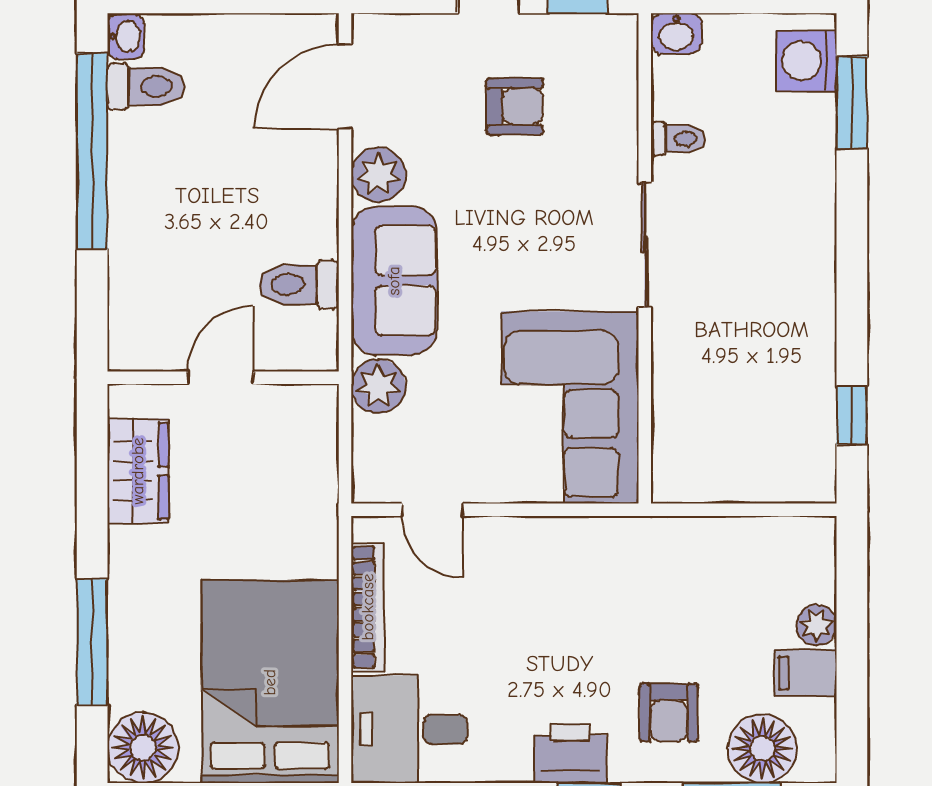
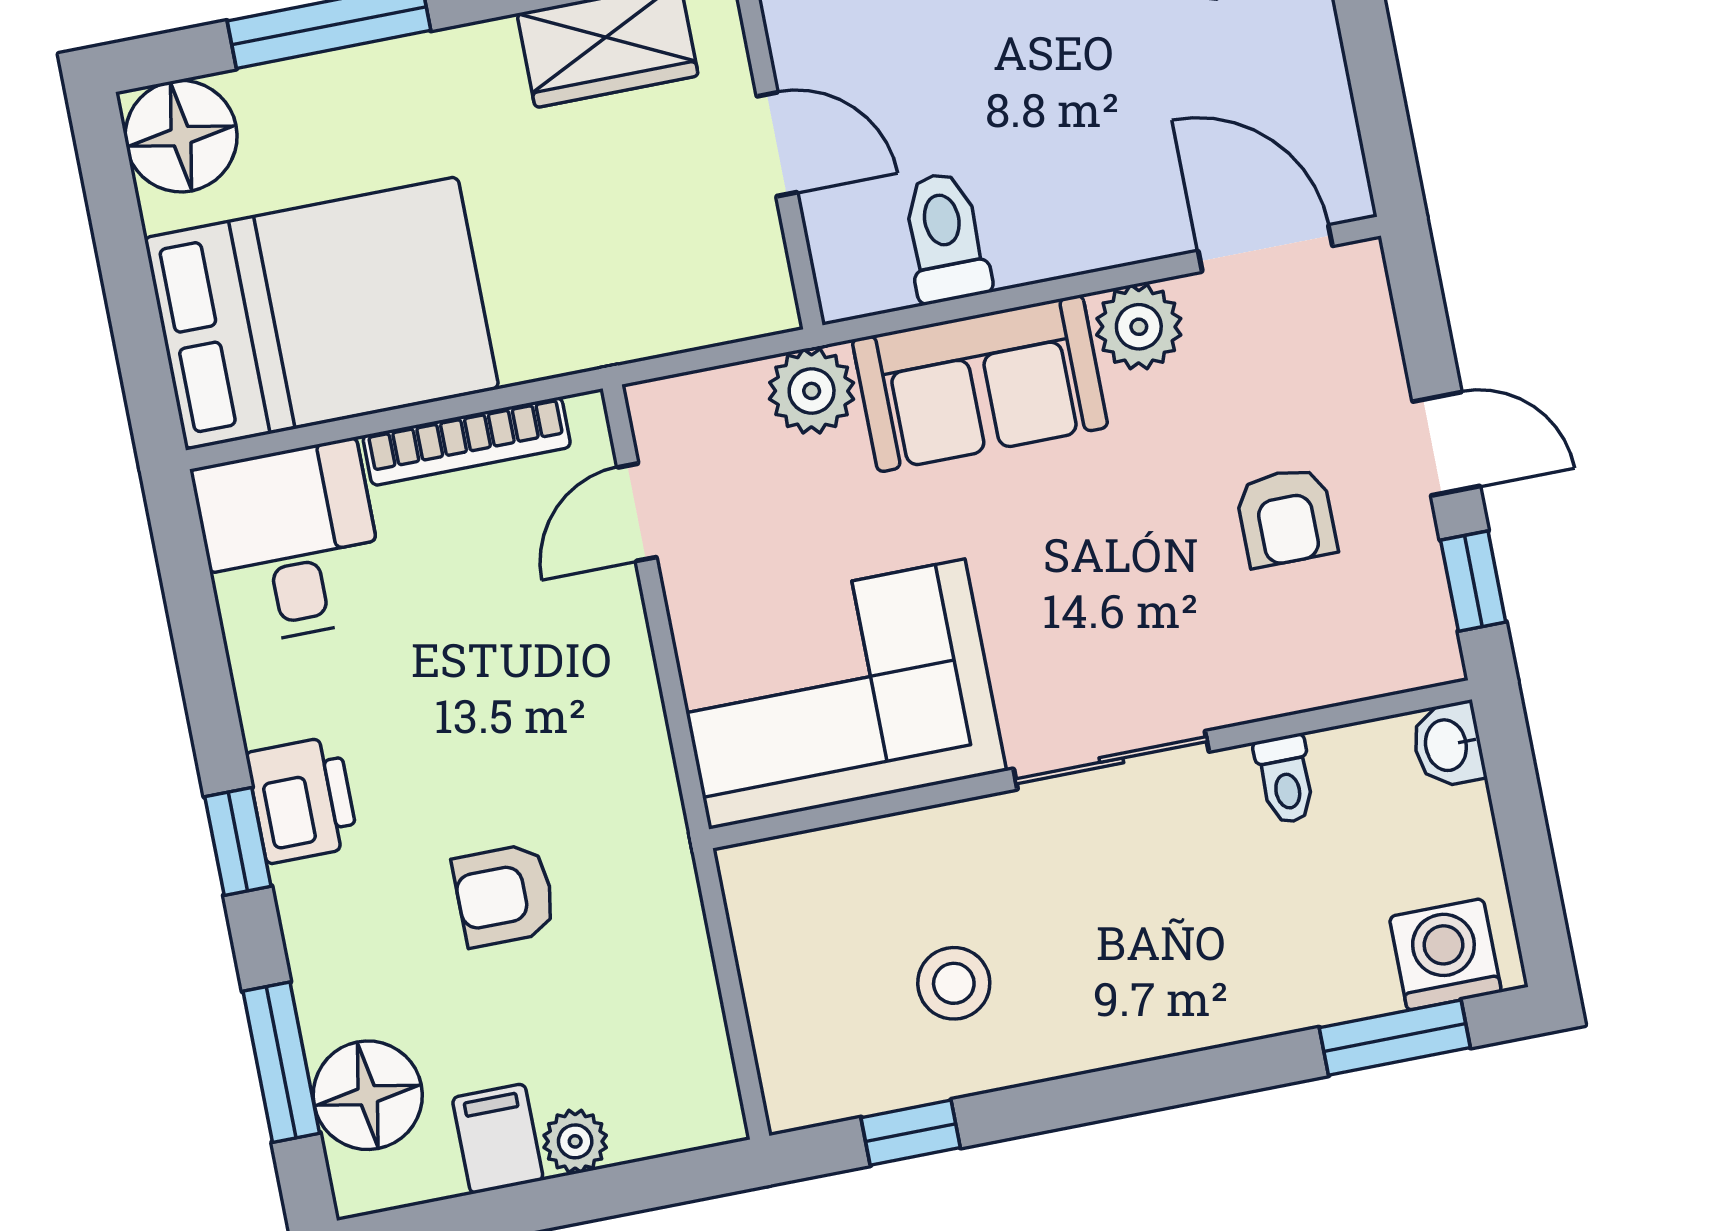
stool: (764, 370) -> (954, 983), added
armchair: (669, 713) -> (504, 895), moved

